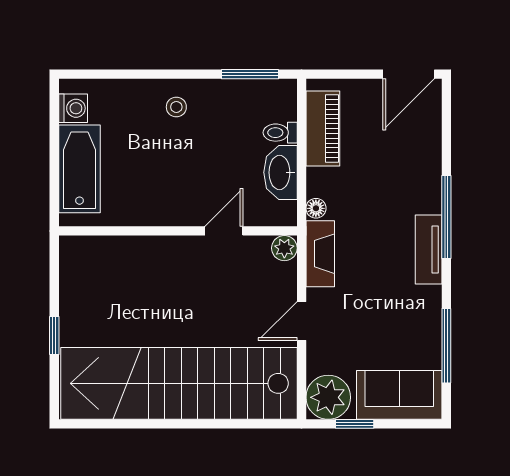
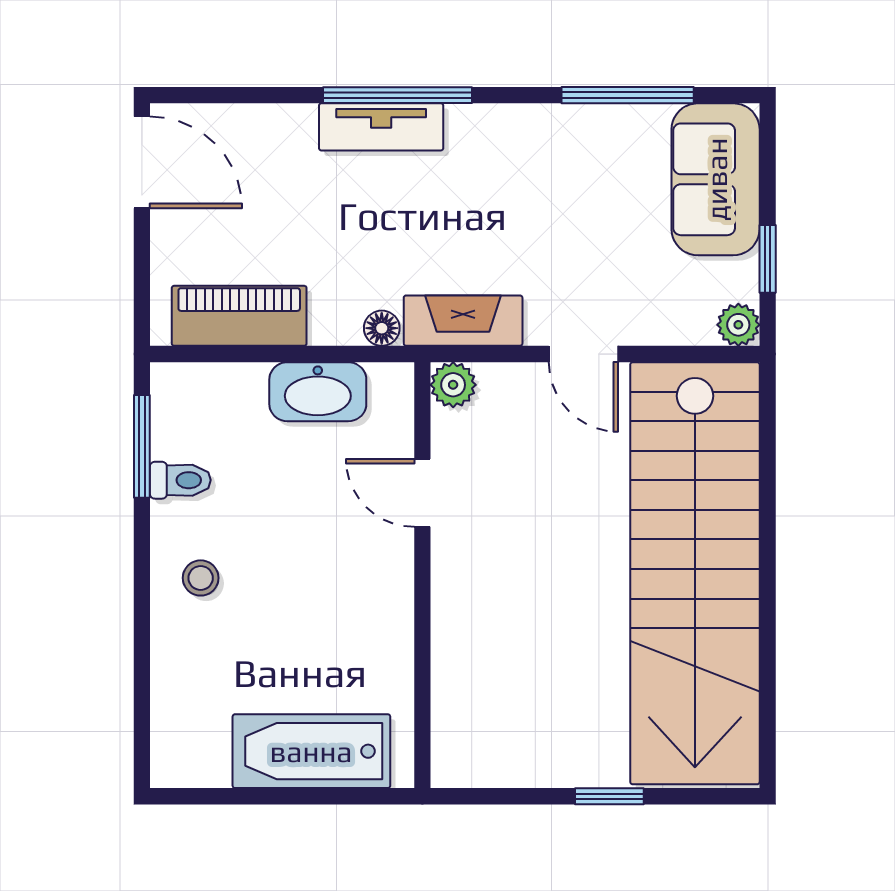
washing machine: (73, 108) -> (203, 763), removed
toilet: (280, 133) -> (180, 480), moved, turned -90
tv unit: (429, 249) -> (381, 127), moved
plant: (328, 397) -> (738, 325), width x0.53, depth x0.53

